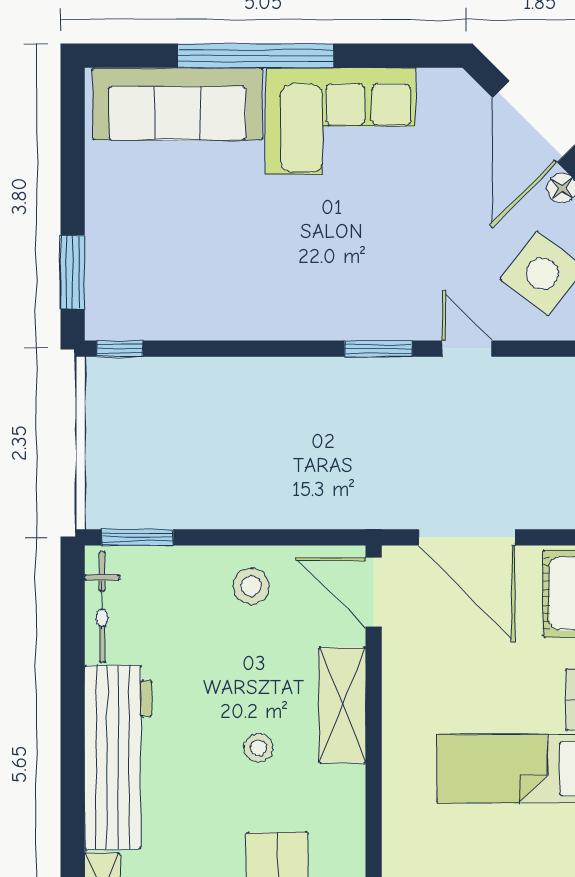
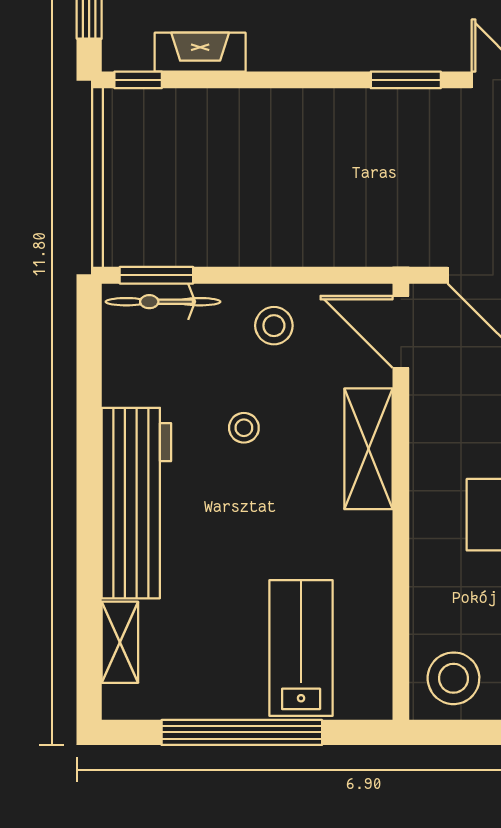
fireplace: (180, 322) -> (200, 52), added
bicycle: (102, 607) -> (163, 302), moved, turned 90
stool: (258, 748) -> (244, 428), moved

